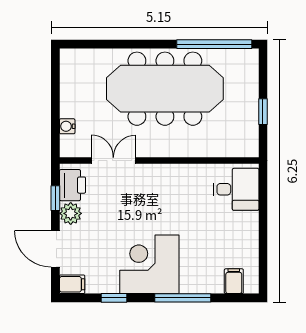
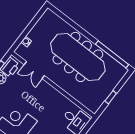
double door: (113, 161) -> (34, 70), swing flipped

